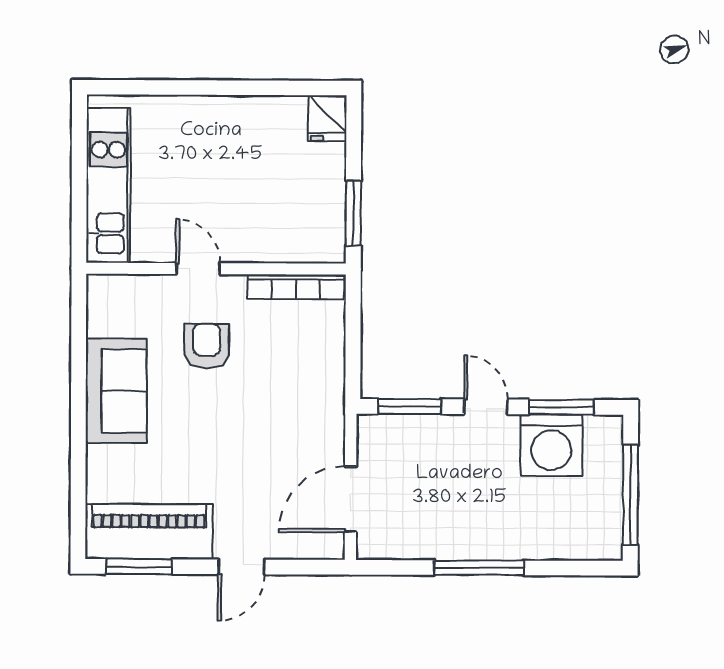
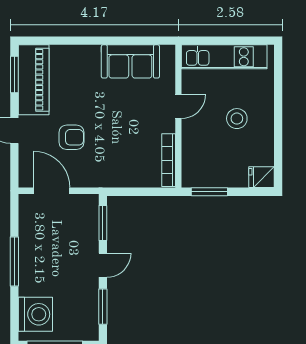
stool: (221, 163) -> (237, 119), added
armchair: (207, 346) -> (71, 137), moved
sofa: (116, 391) -> (130, 61), moved
washing machine: (551, 445) -> (35, 314), moved, turned 180

